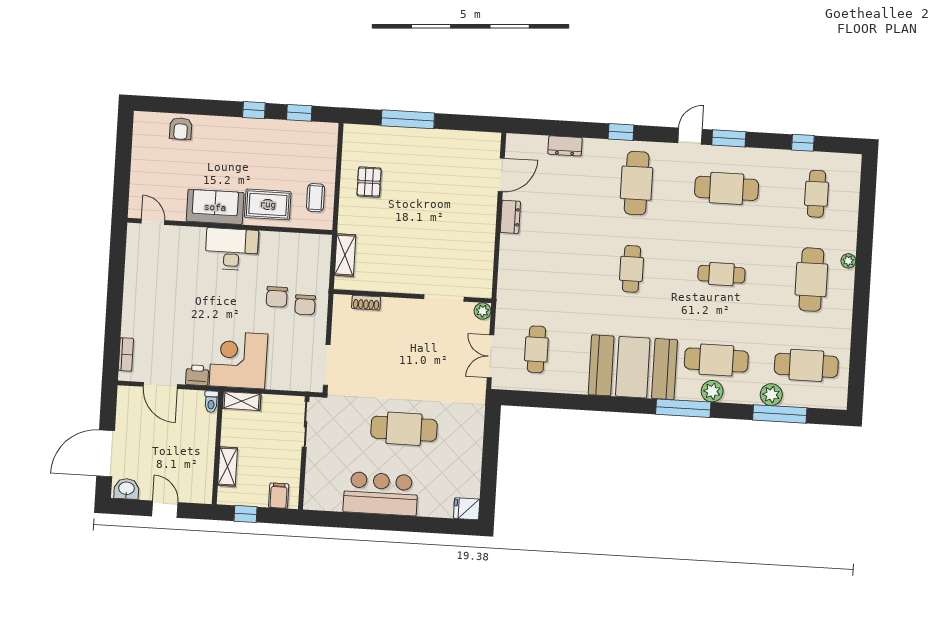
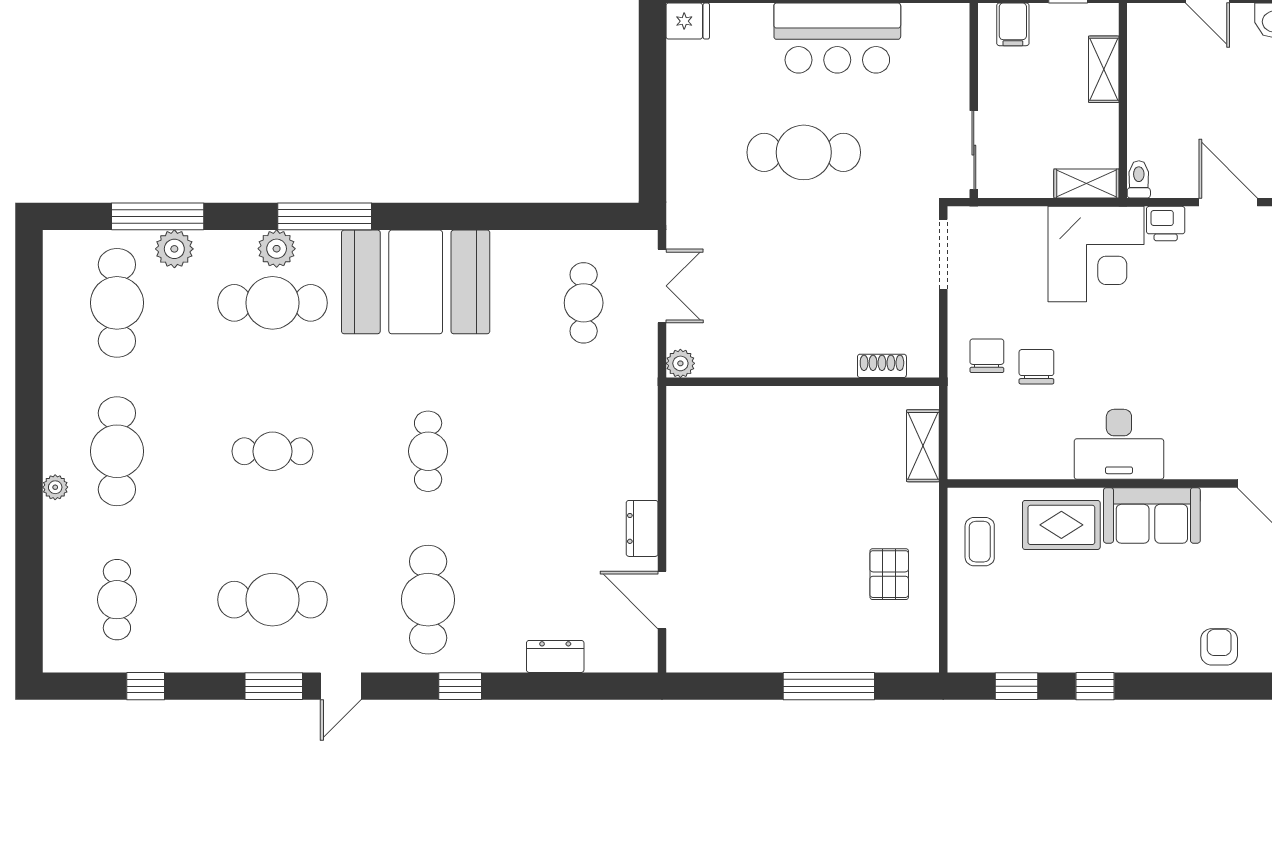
door: (501, 175) -> (662, 600), hinge flipped
doorway: (444, 298) -> (748, 382), removed
cafe table: (806, 365) -> (117, 303), turned 90

